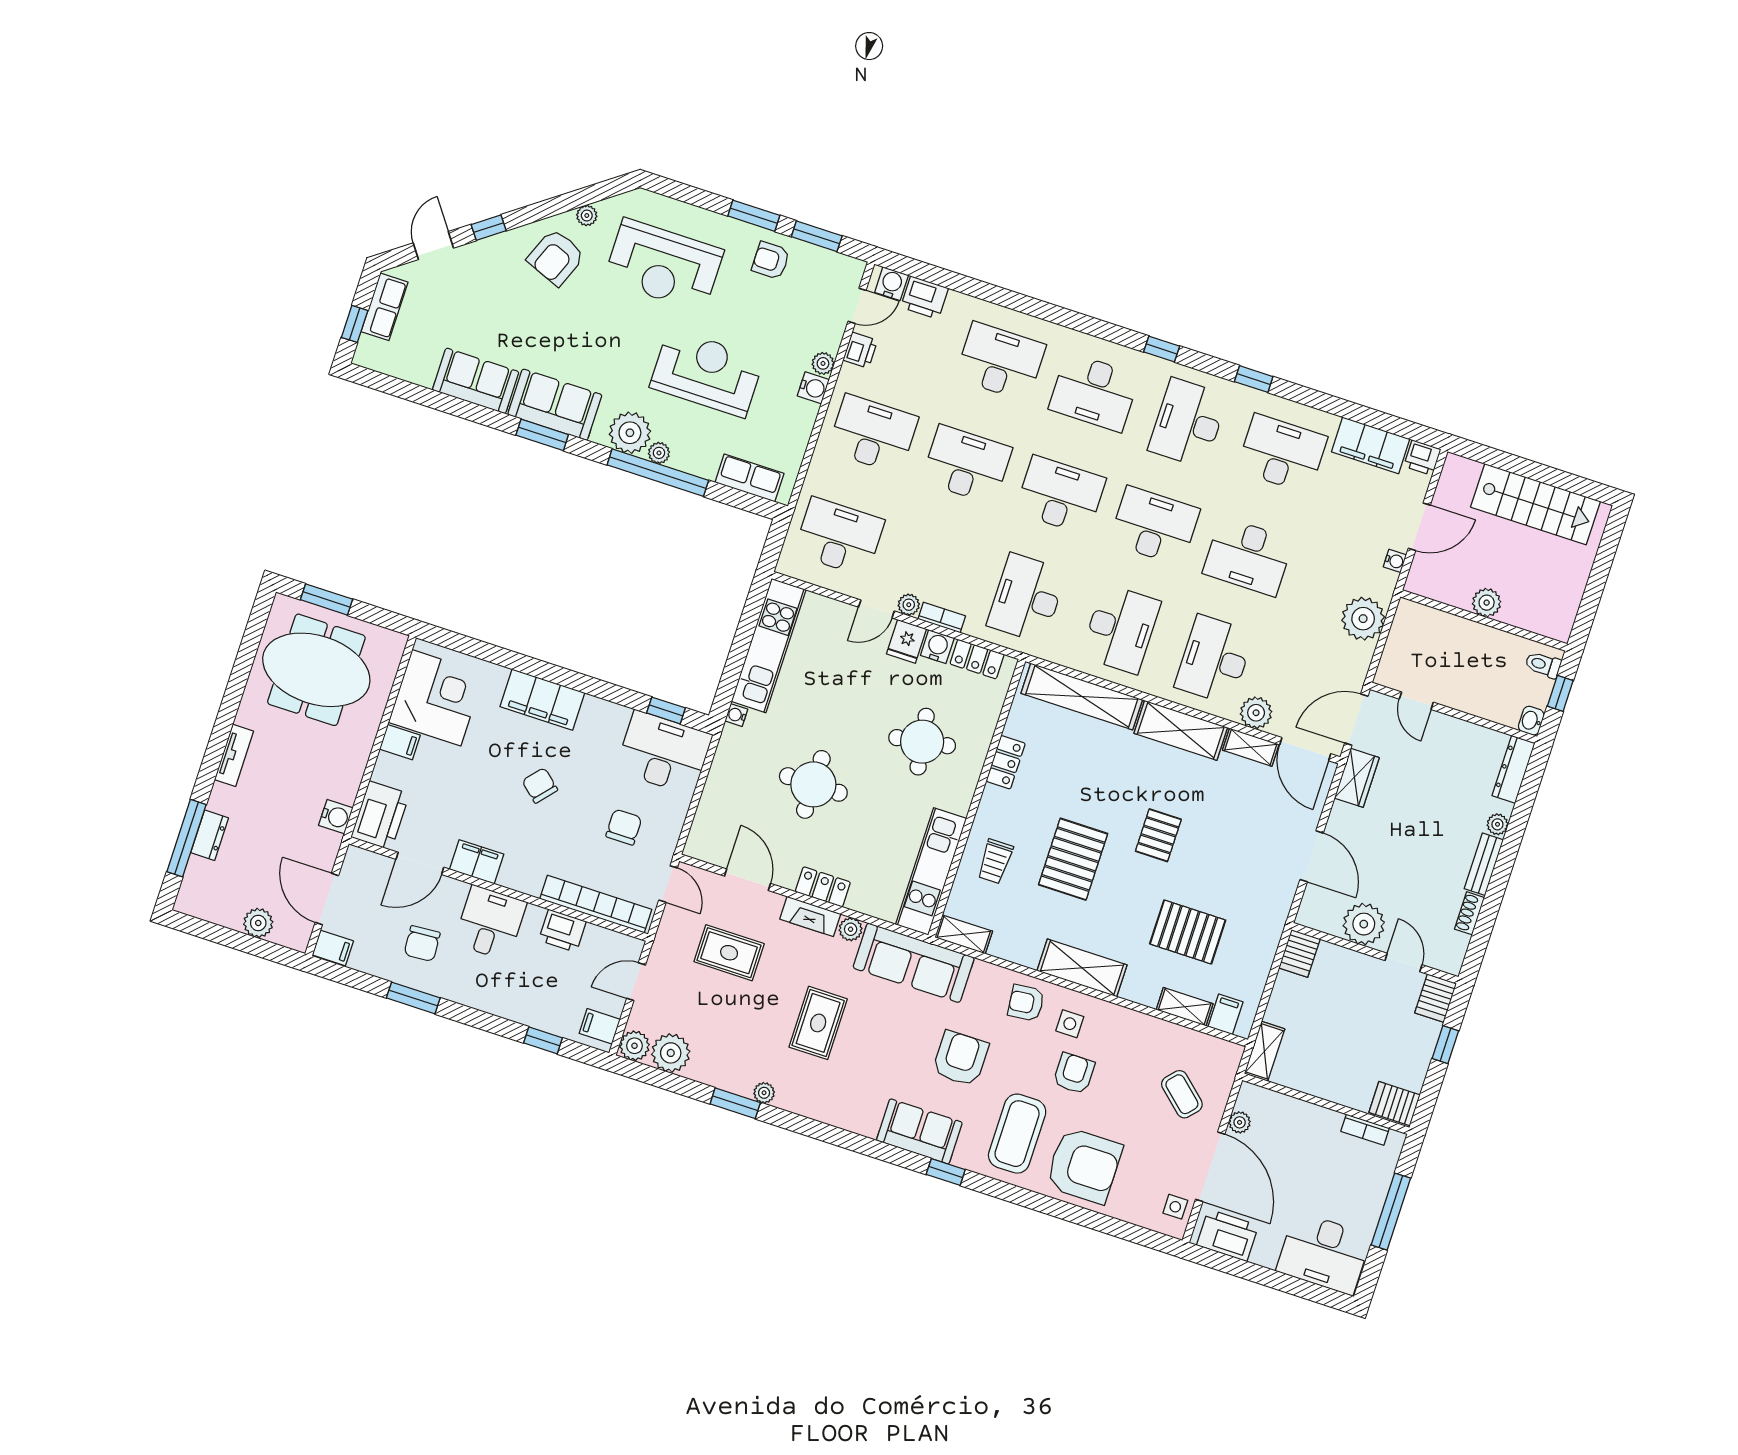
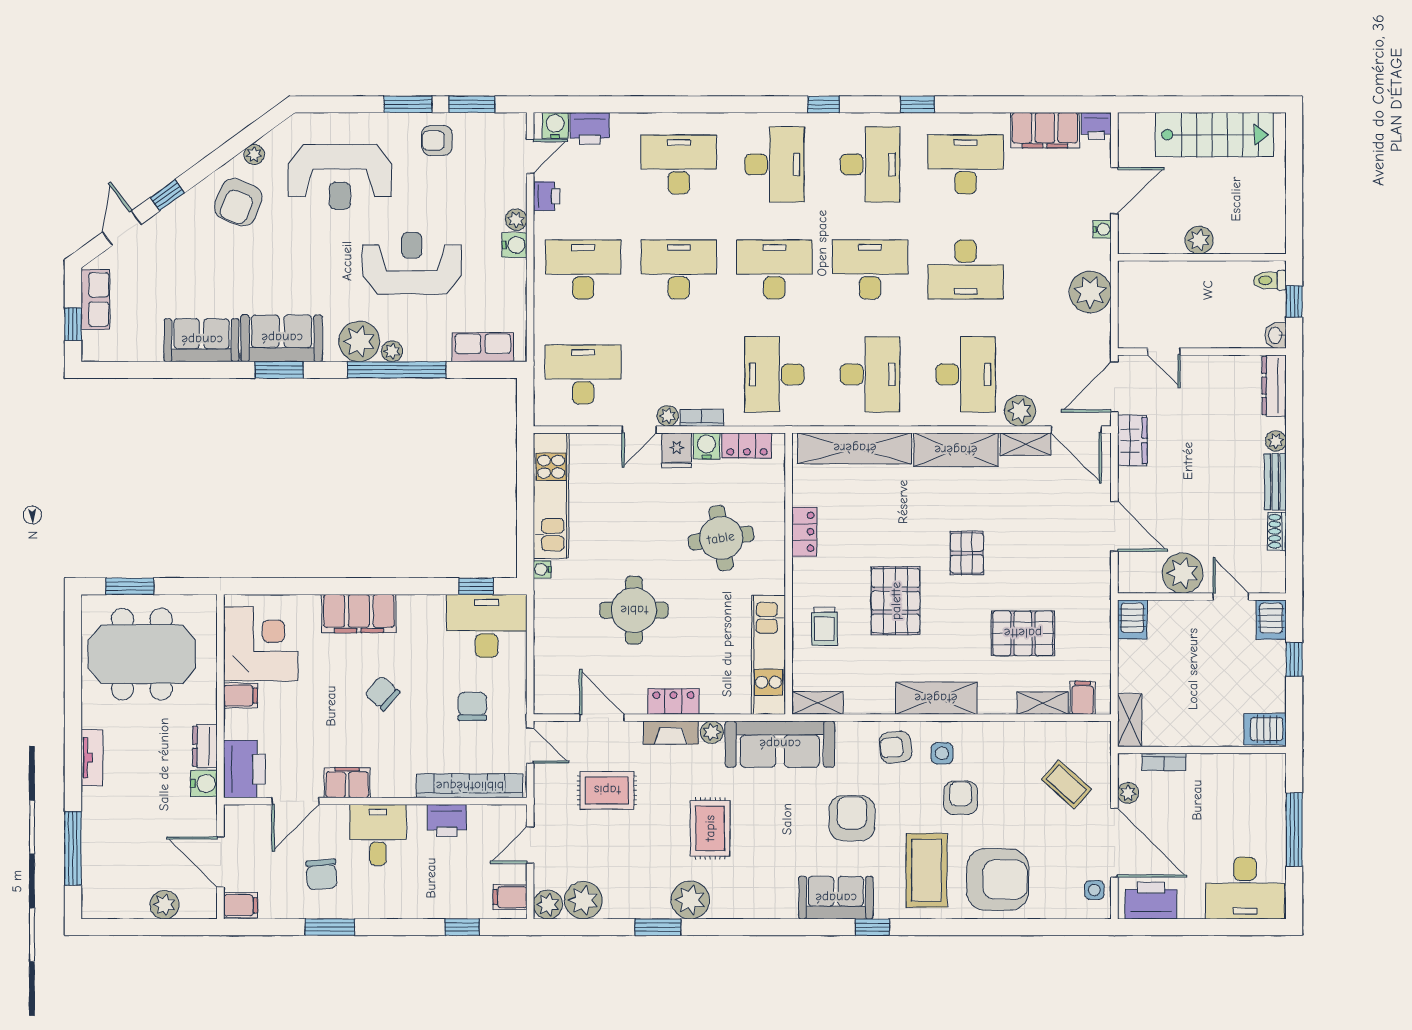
desk: (1094, 392) -> (774, 164), turned -90
desk: (1188, 423) -> (870, 164), turned 180
desk: (1214, 660) -> (966, 374), turned 180
dresser: (210, 835) -> (205, 746), moved, turned 180
plant: (764, 1093) -> (690, 900), width x1.88, depth x1.88
bookcase: (1365, 1130) -> (1164, 762), moved

